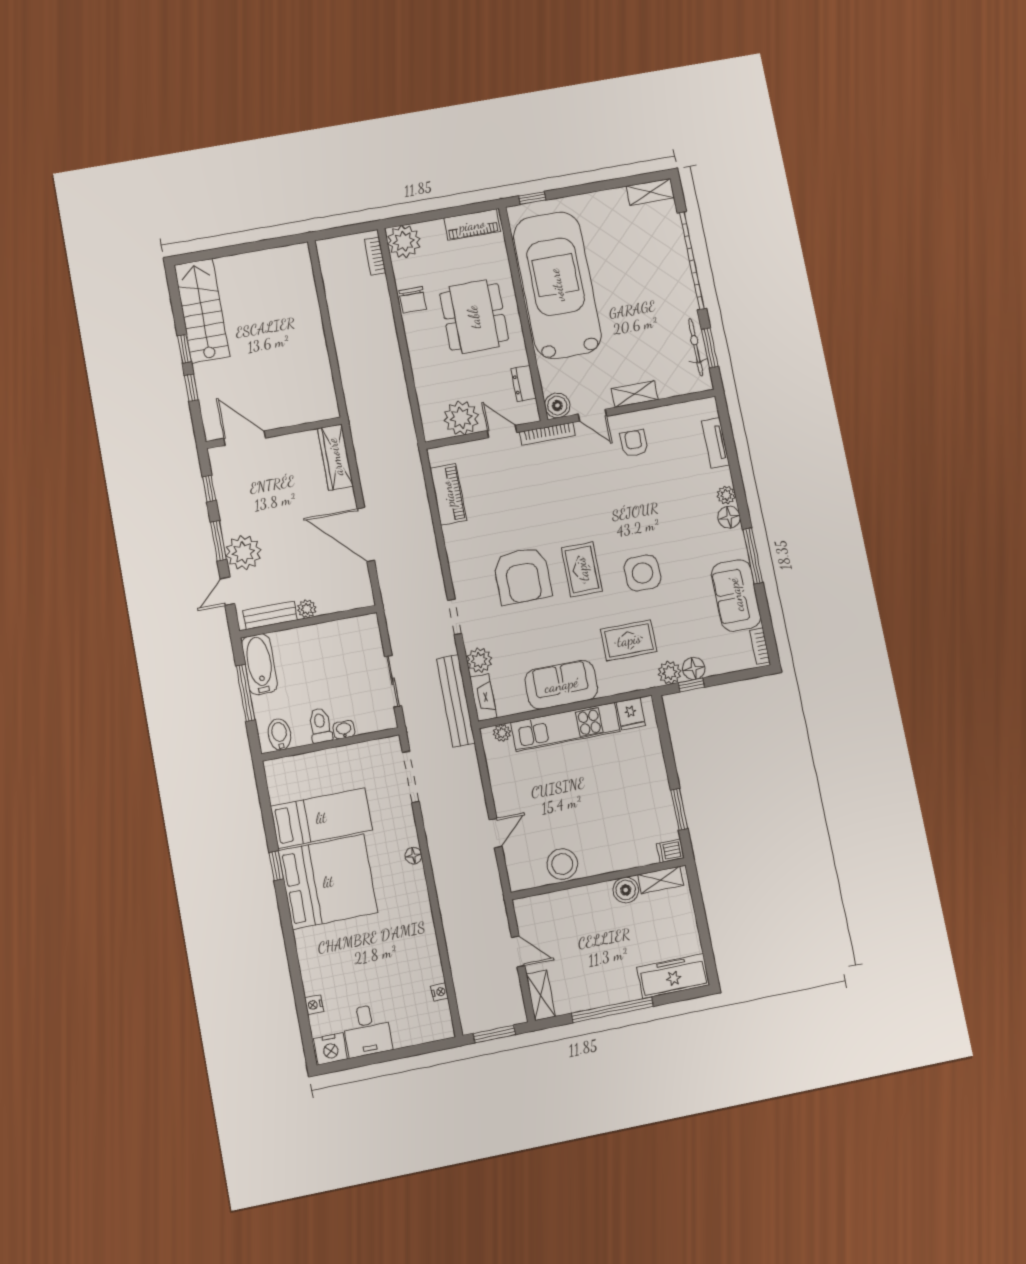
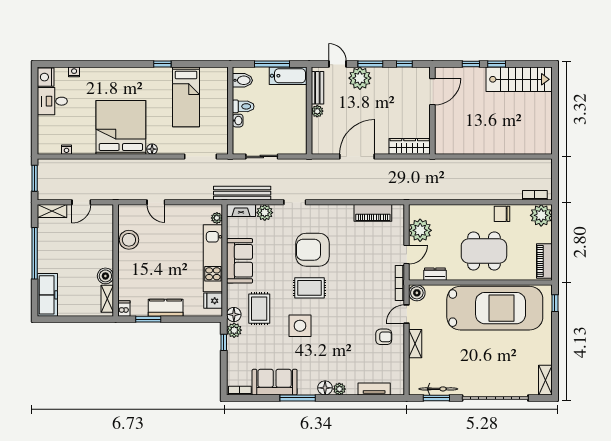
floor lamp: (694, 668) -> (234, 314), moved
kitchen counter: (656, 786) -> (166, 308), added
bed: (328, 882) -> (121, 127), moved, turned 180

